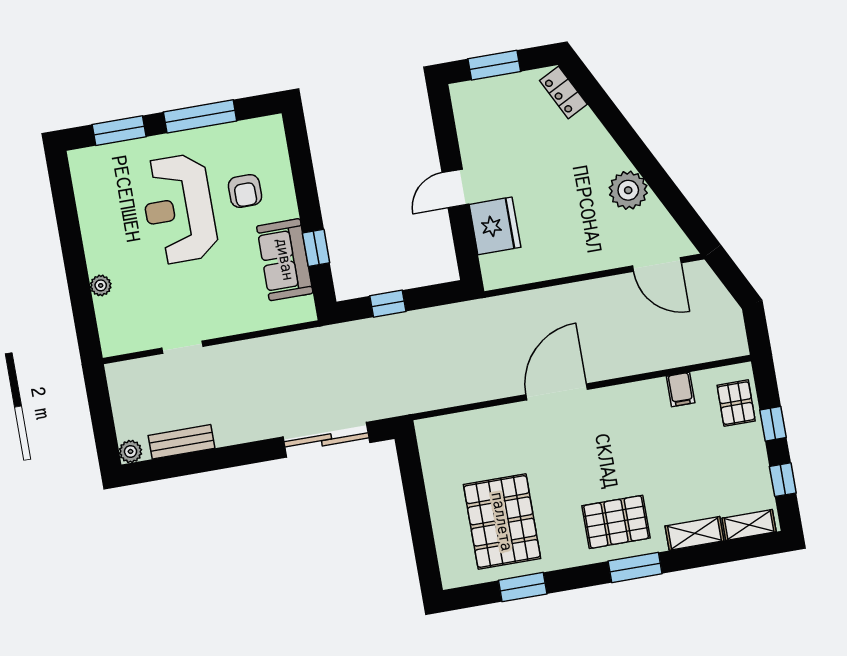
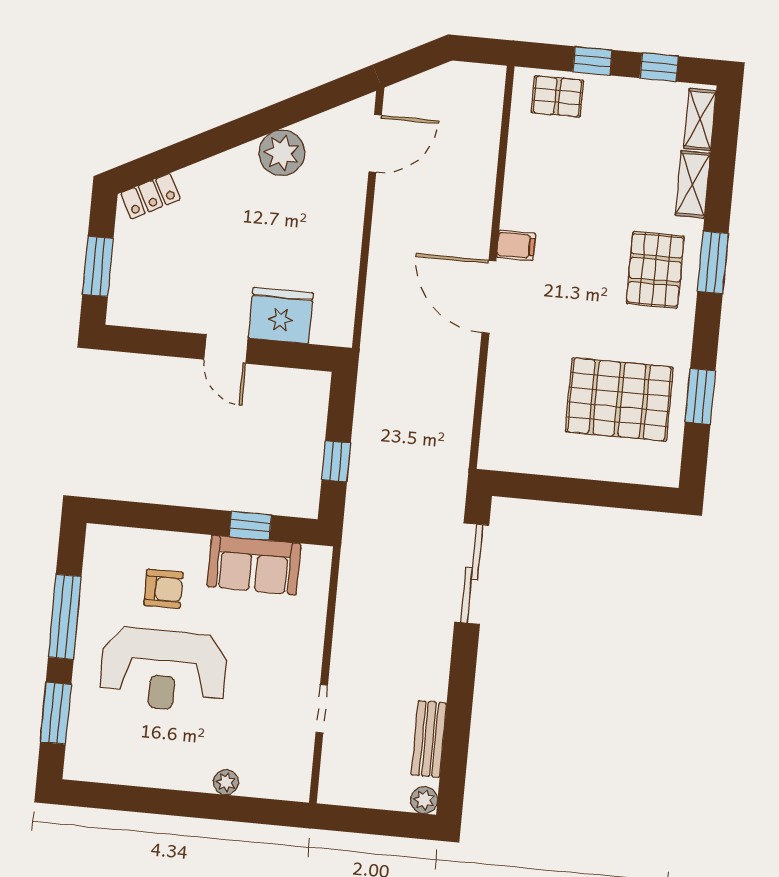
filing cabinet: (681, 389) -> (516, 245), moved

